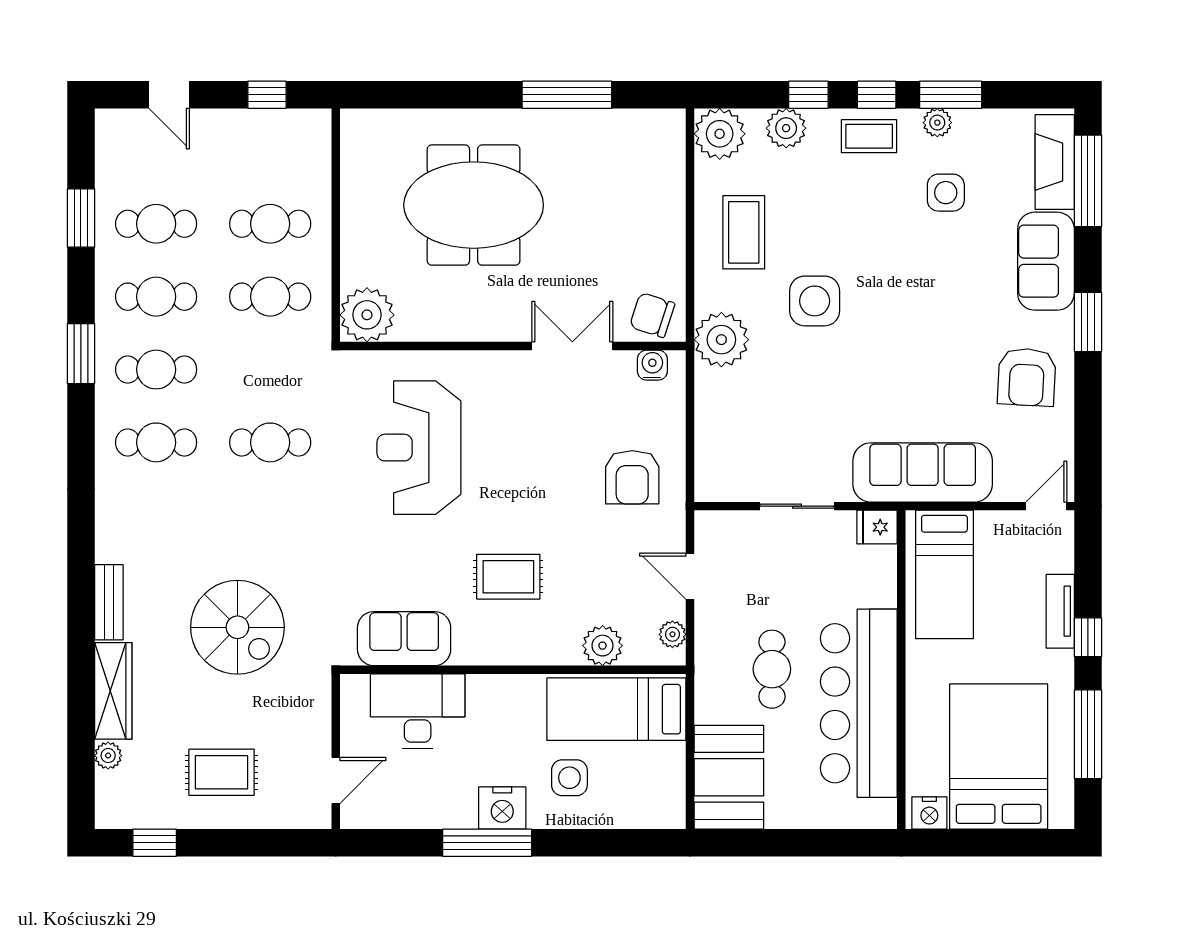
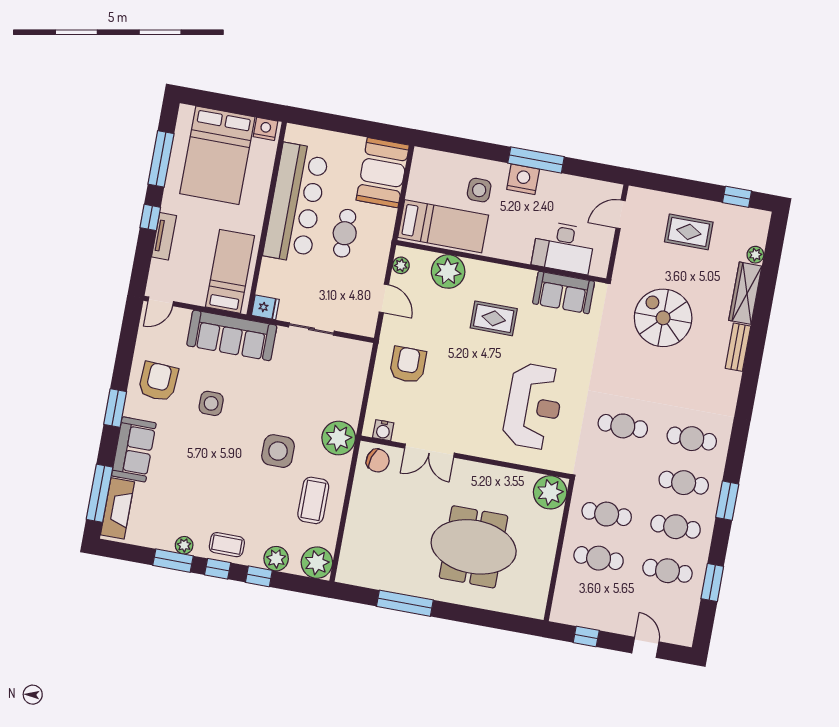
side table: (946, 193) -> (211, 403), moved
plant: (603, 646) -> (448, 271), width x1.36, depth x1.36

